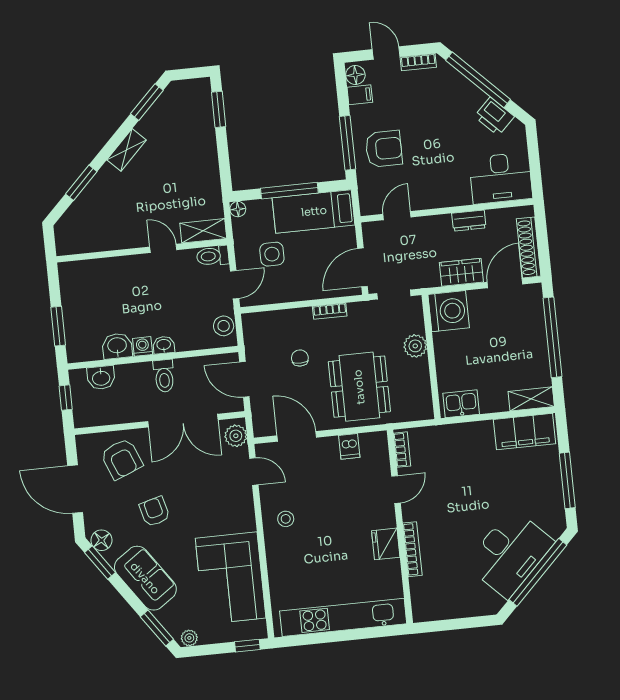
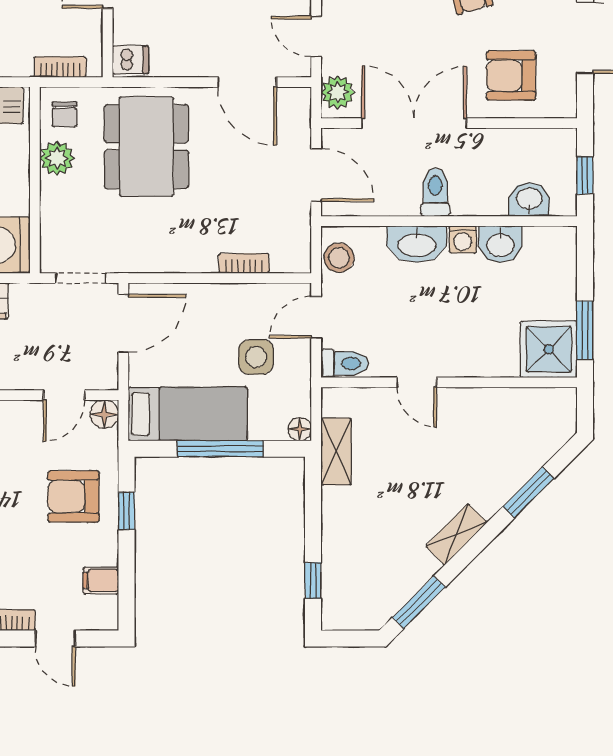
floor lamp: (355, 75) -> (104, 414), moved
window: (219, 109) -> (313, 580), width x0.67
window: (347, 143) -> (127, 511), width x0.46
shelving: (203, 231) -> (336, 452), moved, turned 90
shower: (78, 279) -> (549, 349), added
bookcase: (330, 311) -> (244, 263), moved
window: (58, 326) -> (585, 330), moved
washbasin: (164, 345) -> (417, 244), width x1.91, depth x1.45
plant: (415, 346) -> (57, 158), moved
chair: (300, 358) -> (65, 114), moved
dishwasher: (349, 446) -> (130, 60), moved, turned 90
bookcase: (402, 450) -> (60, 67), moved, turned 90
armchair: (122, 459) -> (511, 76), turned -68

